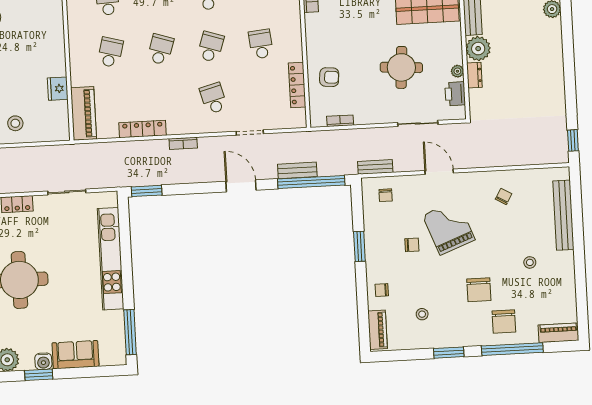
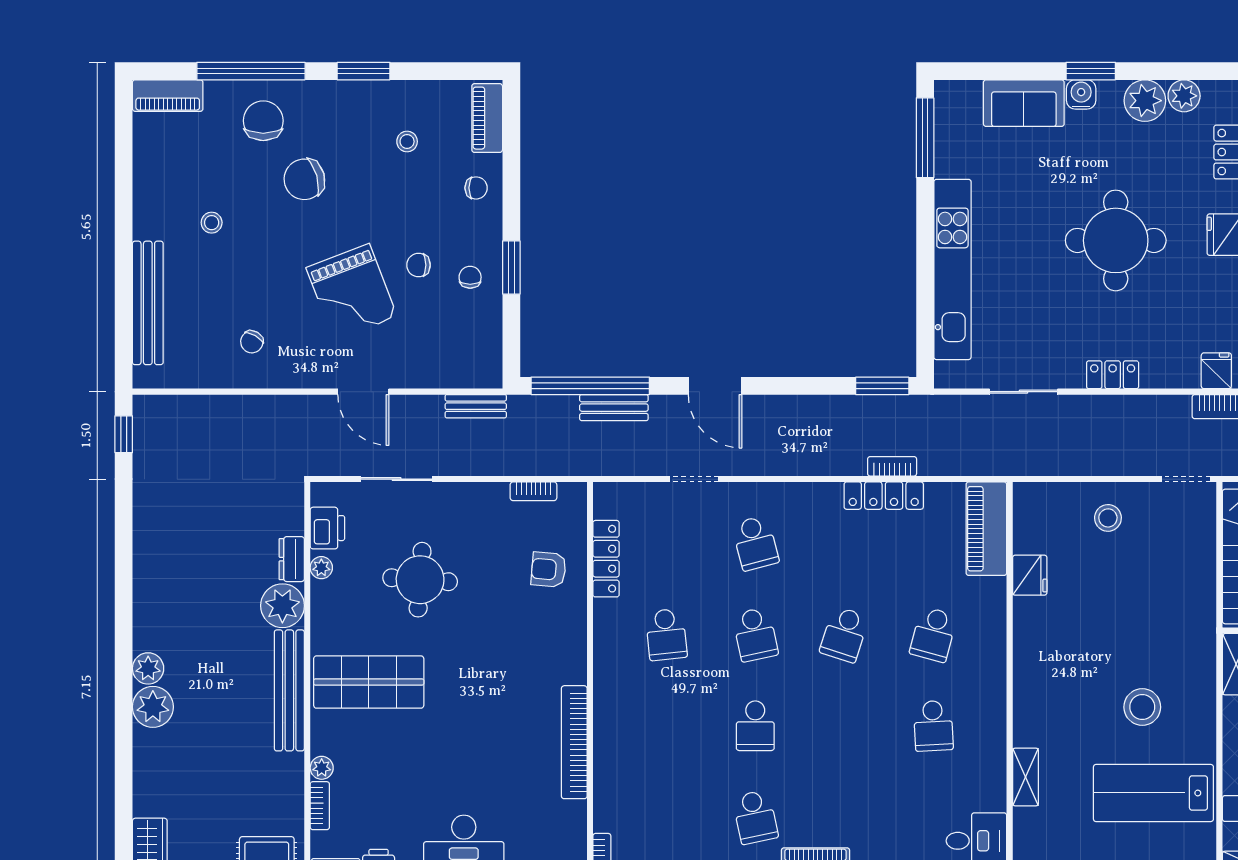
school desk: (211, 47) -> (755, 634), turned -30
bookcase: (183, 143) -> (892, 466), moved
chair: (386, 195) -> (470, 277), moved
chair: (479, 290) -> (304, 179), turned -106

